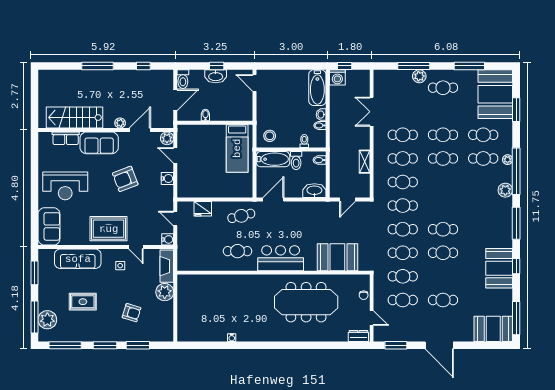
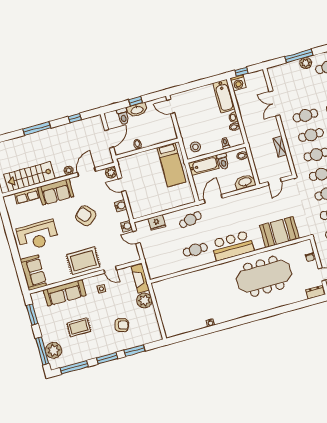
toilet: (183, 79) -> (123, 116), moved
armchair: (125, 179) -> (86, 216), turned 70
water cooler: (168, 239) -> (126, 226), moved

